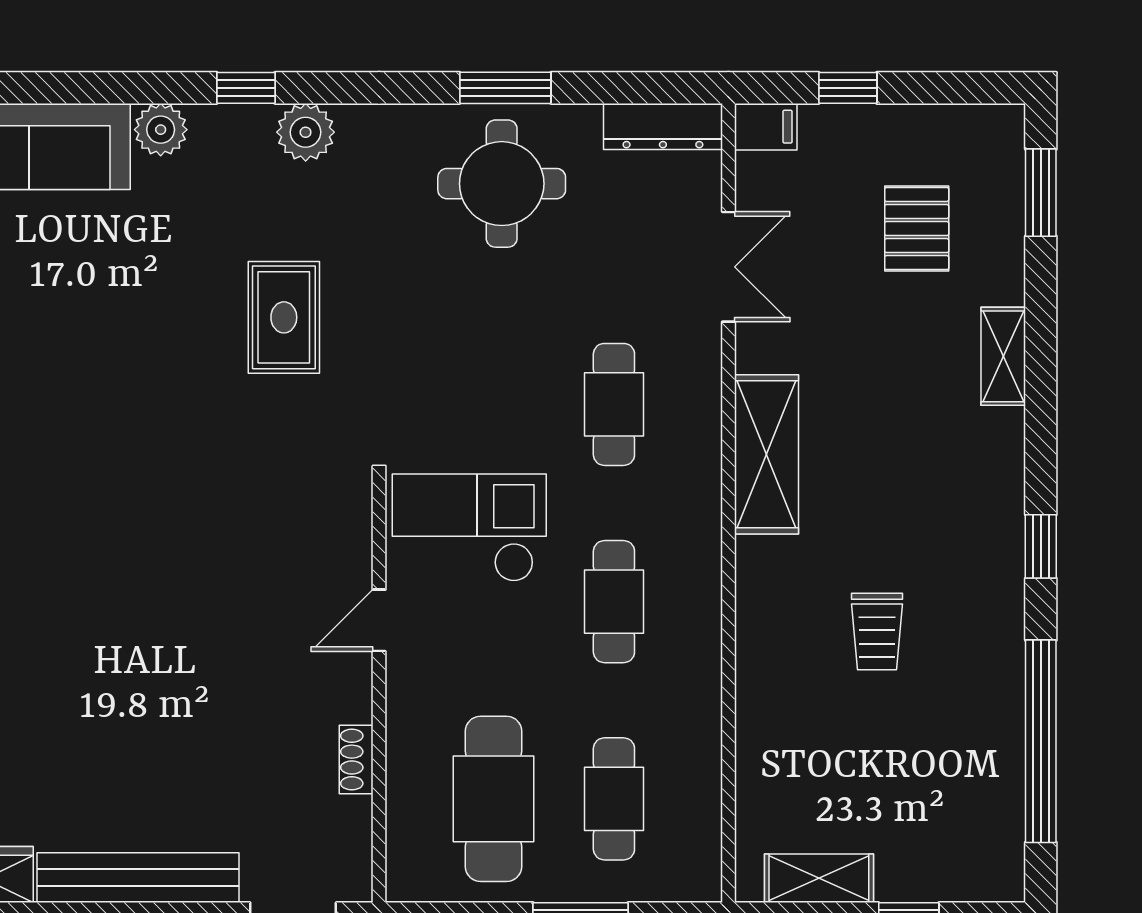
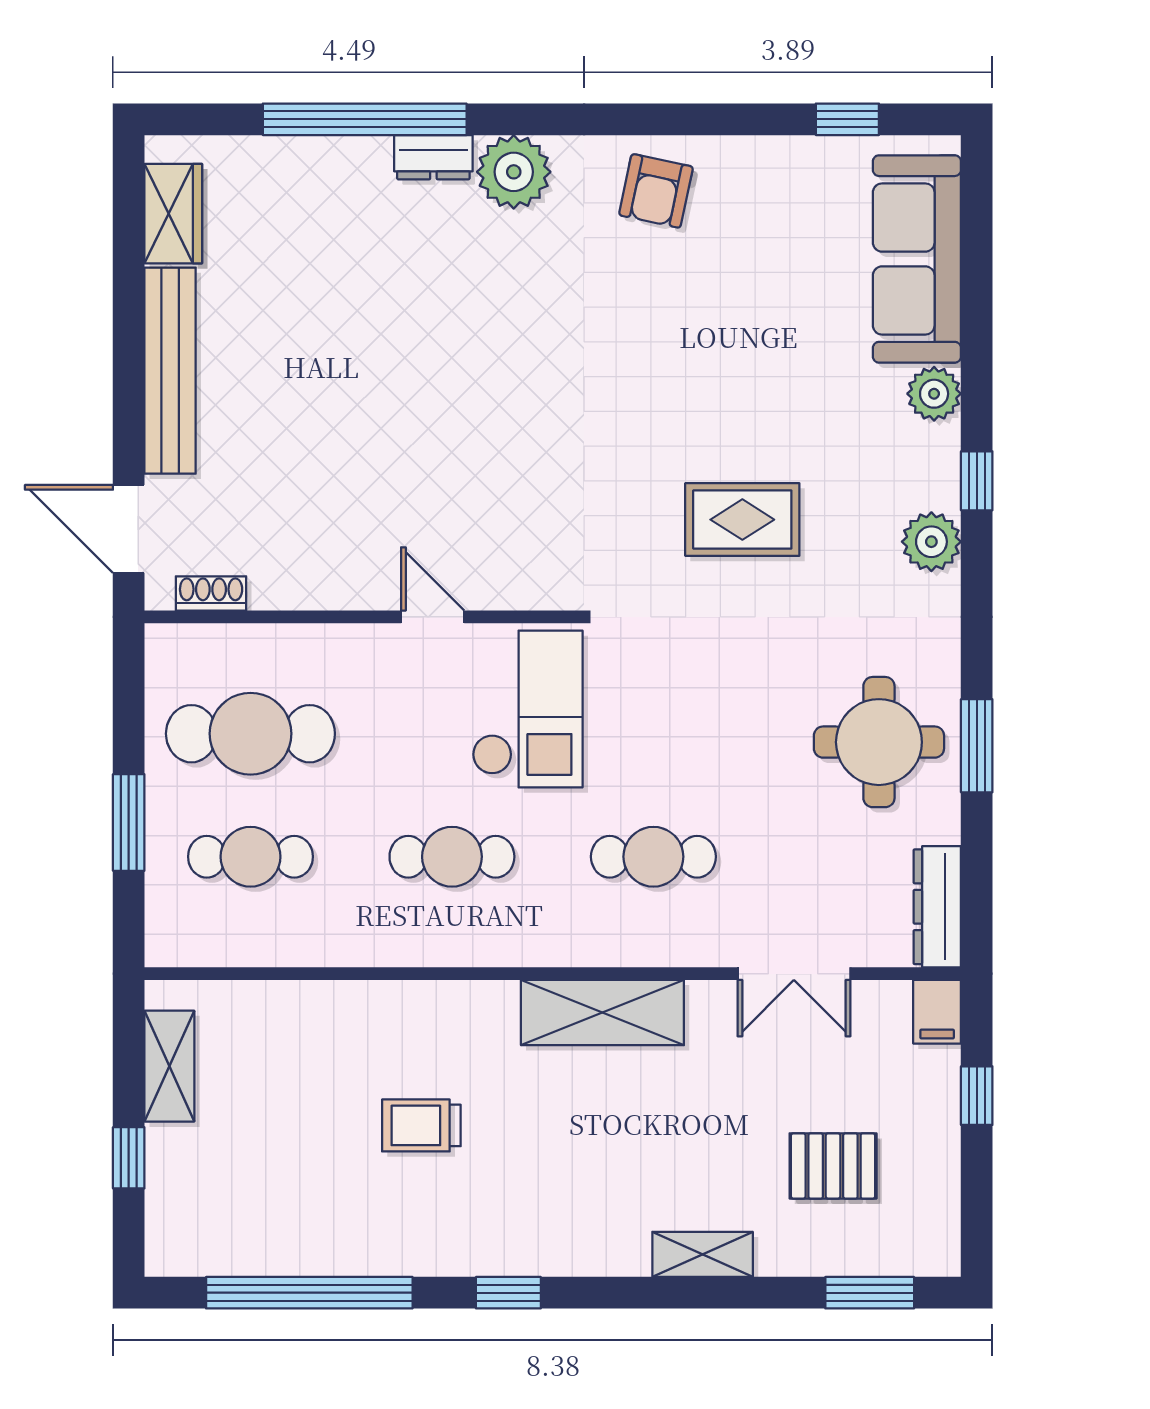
shoe rack: (356, 760) -> (211, 593), moved

